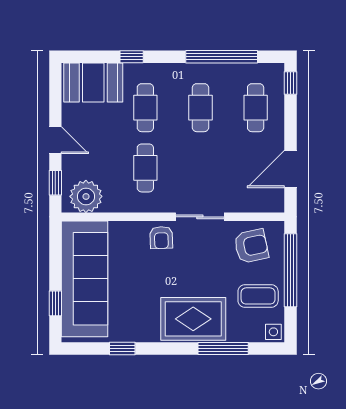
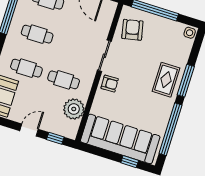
plant: (86, 196) -> (74, 109), moved
coffee table: (258, 296) -> (164, 35), removed
rug: (193, 319) -> (166, 80), width x0.73, depth x0.70
window: (122, 348) -> (170, 129), width x3.17
window: (223, 348) -> (186, 81), moved

